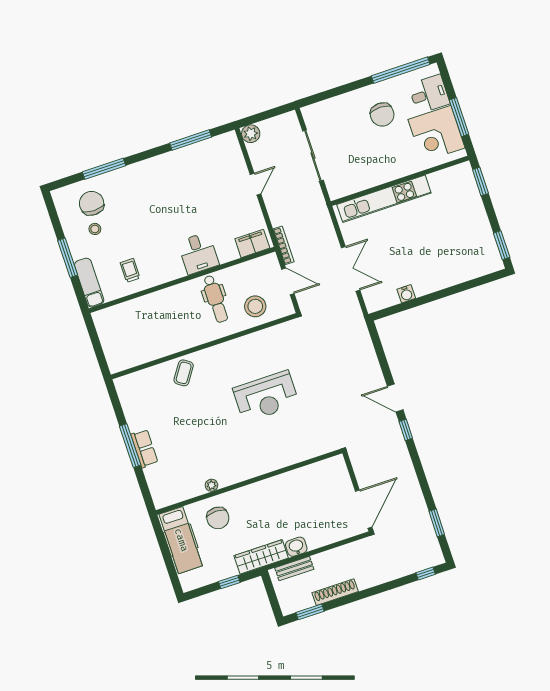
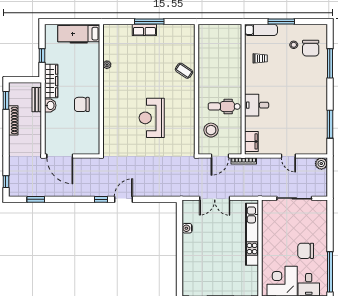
chair: (92, 203) -> (311, 48), turned 90
chair: (218, 518) -> (82, 104), moved

